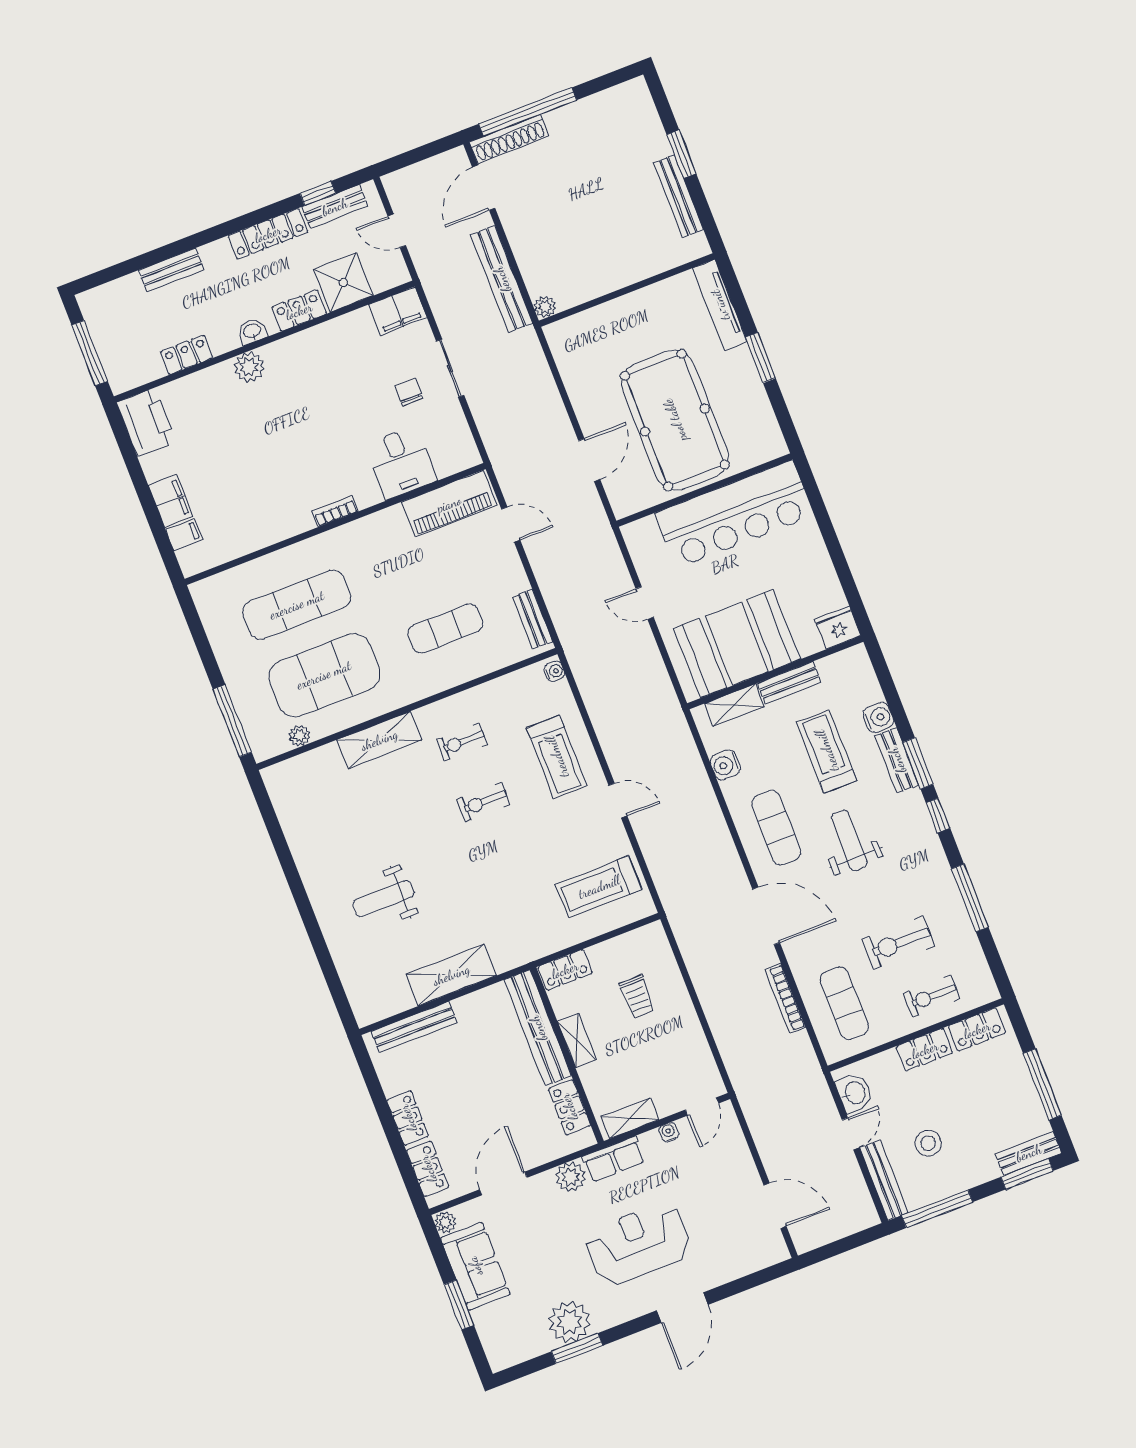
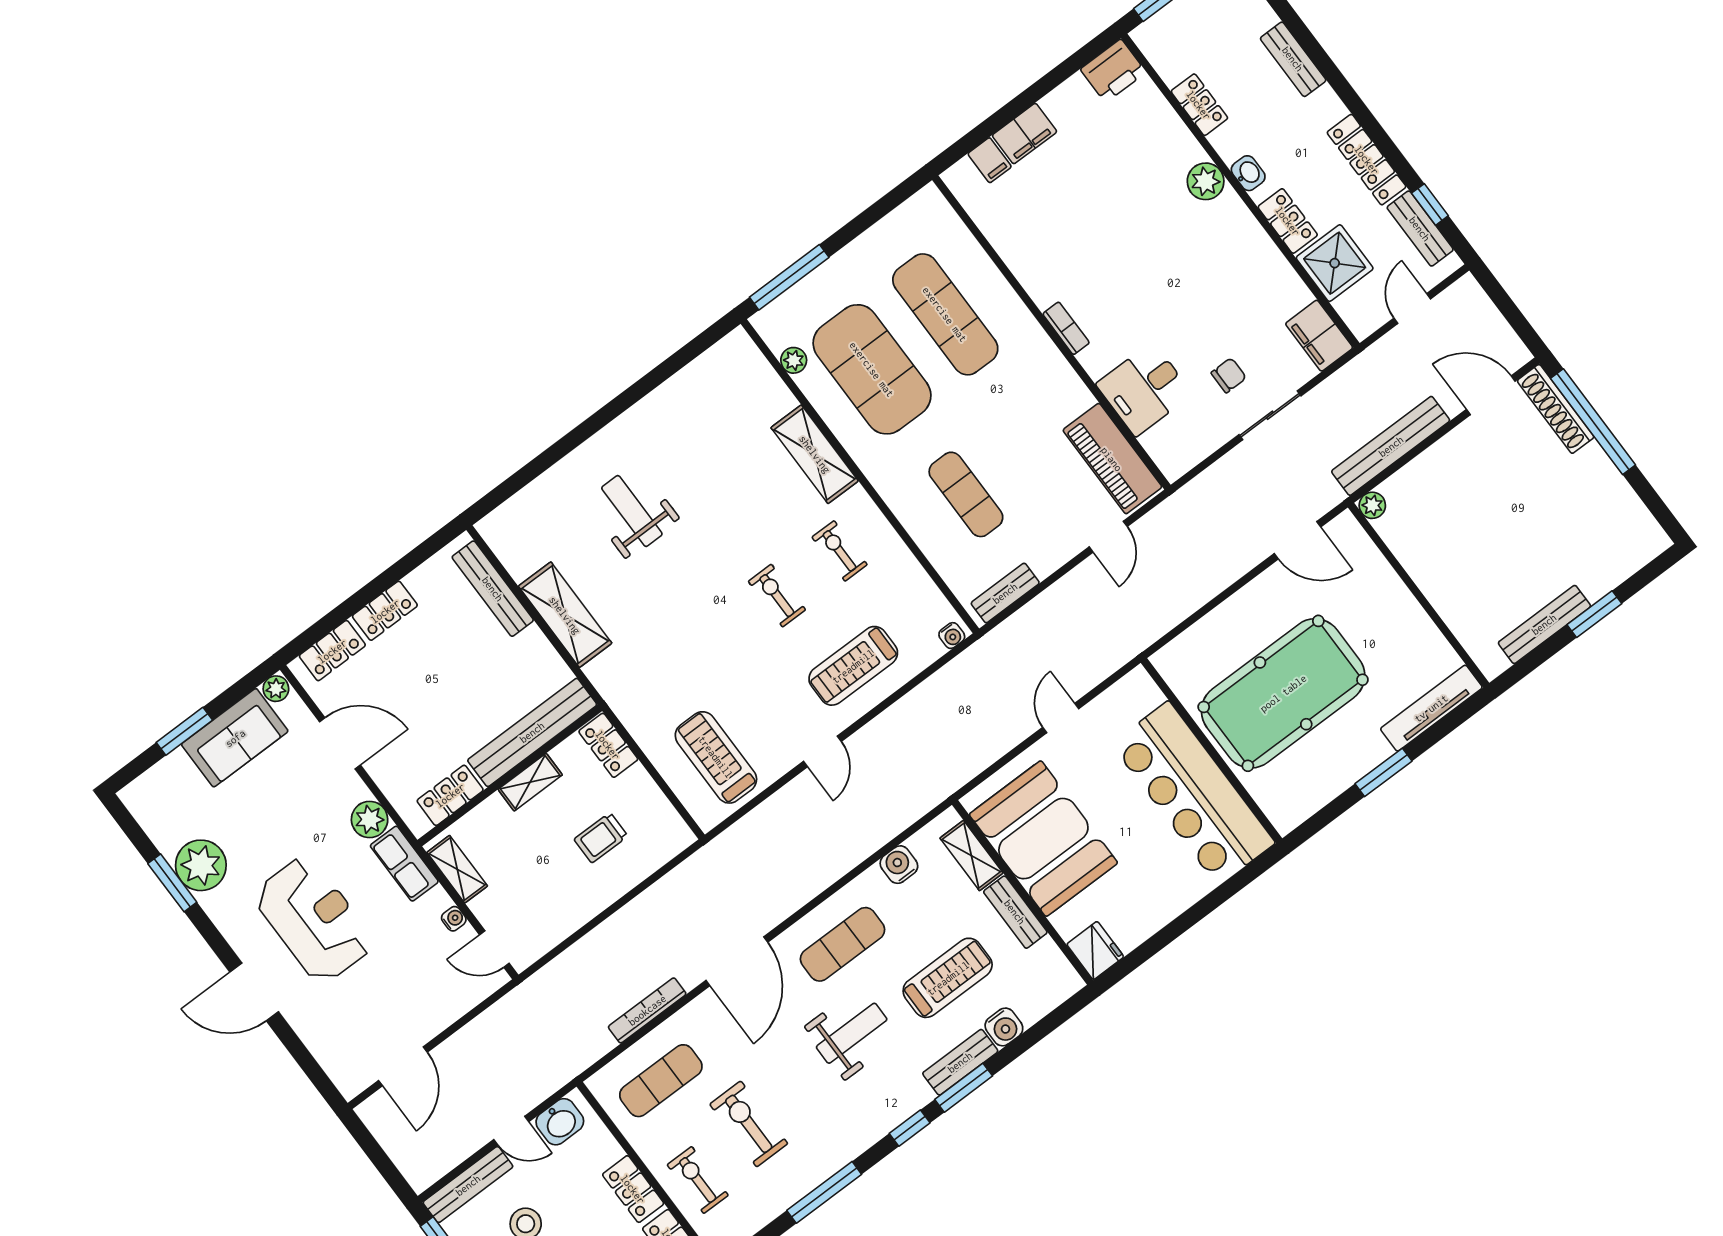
printer: (146, 422) -> (1113, 71), width x0.73, depth x0.84
door: (589, 460) -> (1298, 540), moved

